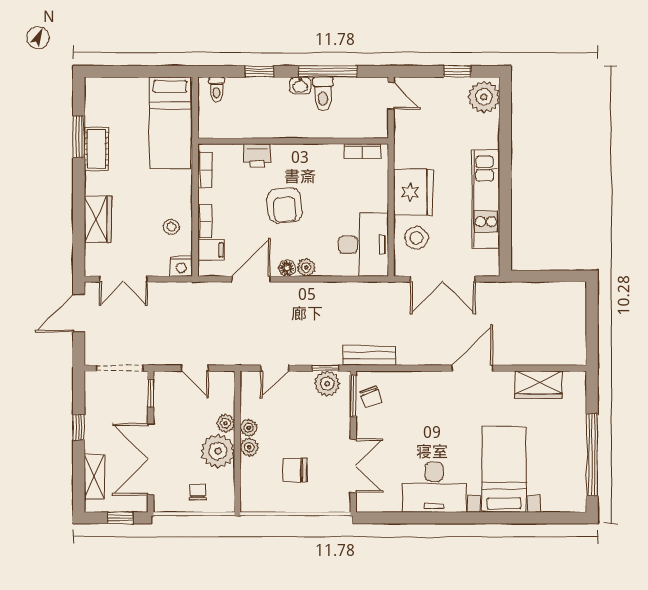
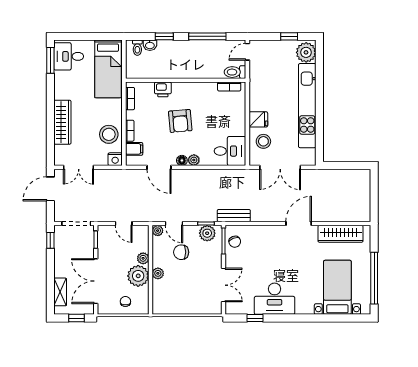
washbasin: (300, 85) -> (150, 45), moved
toilet: (323, 94) -> (235, 72), moved, turned 90
door: (391, 96) -> (247, 52), swing flipped
desk: (108, 103) -> (69, 56), added
window: (79, 137) -> (50, 60), moved
cot: (96, 149) -> (61, 85), removed
fridge: (413, 192) -> (258, 119), width x0.53, depth x0.75
kitchen unit: (486, 199) -> (307, 106), width x1.36
wardrobe: (98, 219) -> (62, 122), width x1.50
stool: (171, 227) -> (109, 134), width x1.89, depth x1.89
desk: (363, 245) -> (230, 151), width x0.73
door: (251, 279) -> (159, 167), swing flipped
door: (275, 368) -> (174, 223), hinge flipped
wardrobe: (539, 384) -> (341, 234), width x1.50
window: (79, 427) -> (50, 240), moved
plant: (249, 428) -> (158, 231), moved
bed with nightstands: (504, 469) -> (337, 287), moved
chair: (295, 470) -> (181, 252), moved
window: (403, 518) -> (255, 318), added

